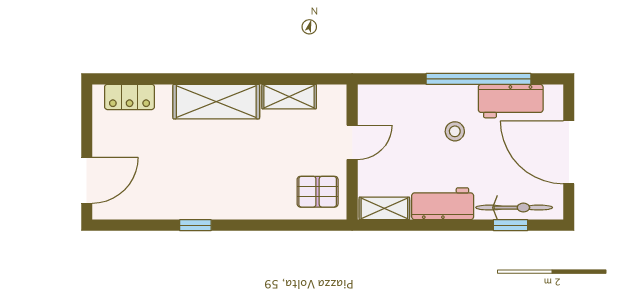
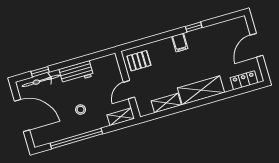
workbench: (511, 101) -> (58, 132), removed
door: (87, 180) -> (256, 45), moved
filing cabinet: (230, 204) -> (180, 43), added
shelving: (384, 208) -> (121, 117), moved

